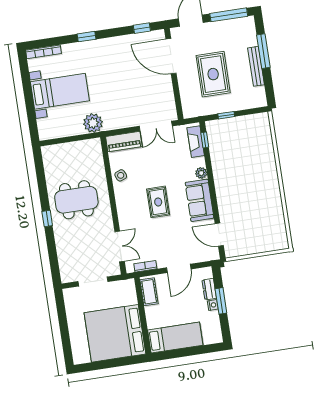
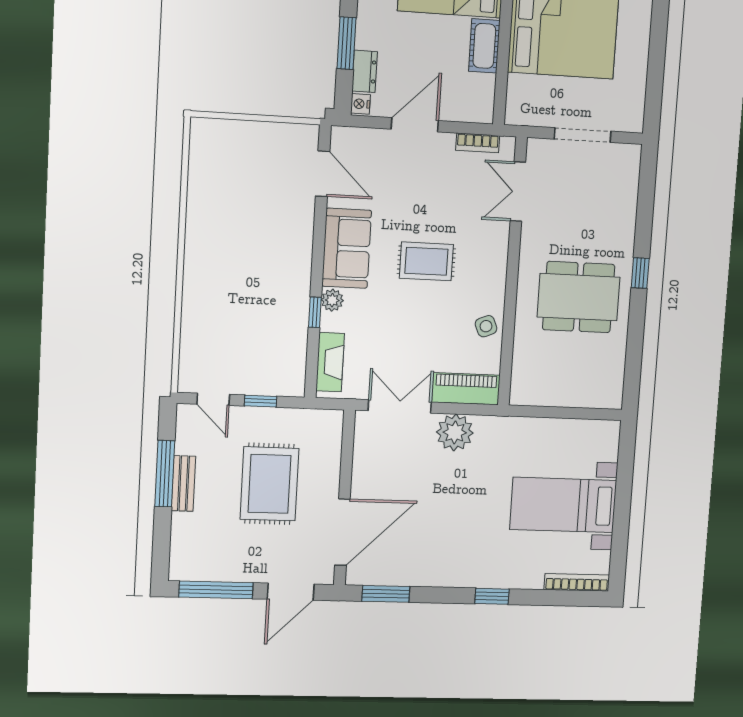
window: (142, 28) -> (386, 594), width x1.50
window: (263, 51) -> (165, 474), moved
door: (171, 56) -> (342, 532), hinge flipped
bench: (256, 66) -> (183, 483), width x0.73
door: (250, 112) -> (213, 399), added
plant: (93, 123) -> (455, 432), moved
window: (205, 140) -> (315, 312), moved
rug: (158, 202) -> (426, 261), turned 90
cot: (149, 292) -> (484, 46), moved
nightstand: (213, 305) -> (360, 104), moved

